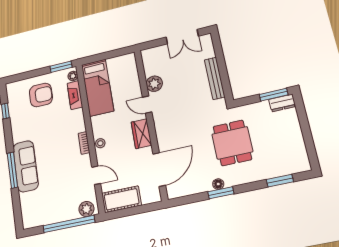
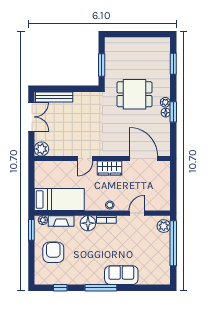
bench: (215, 78) -> (54, 97), moved
plant: (154, 84) -> (41, 149), moved
window: (274, 95) -> (102, 65), moved
dresser: (282, 103) -> (110, 47), removed
floor lamp: (77, 124) -> (88, 223), added
sofa: (26, 166) -> (121, 275), width x0.73
window: (12, 170) -> (101, 288), moved
plant: (231, 181) -> (165, 102), added
cot: (121, 199) -> (162, 195), removed

